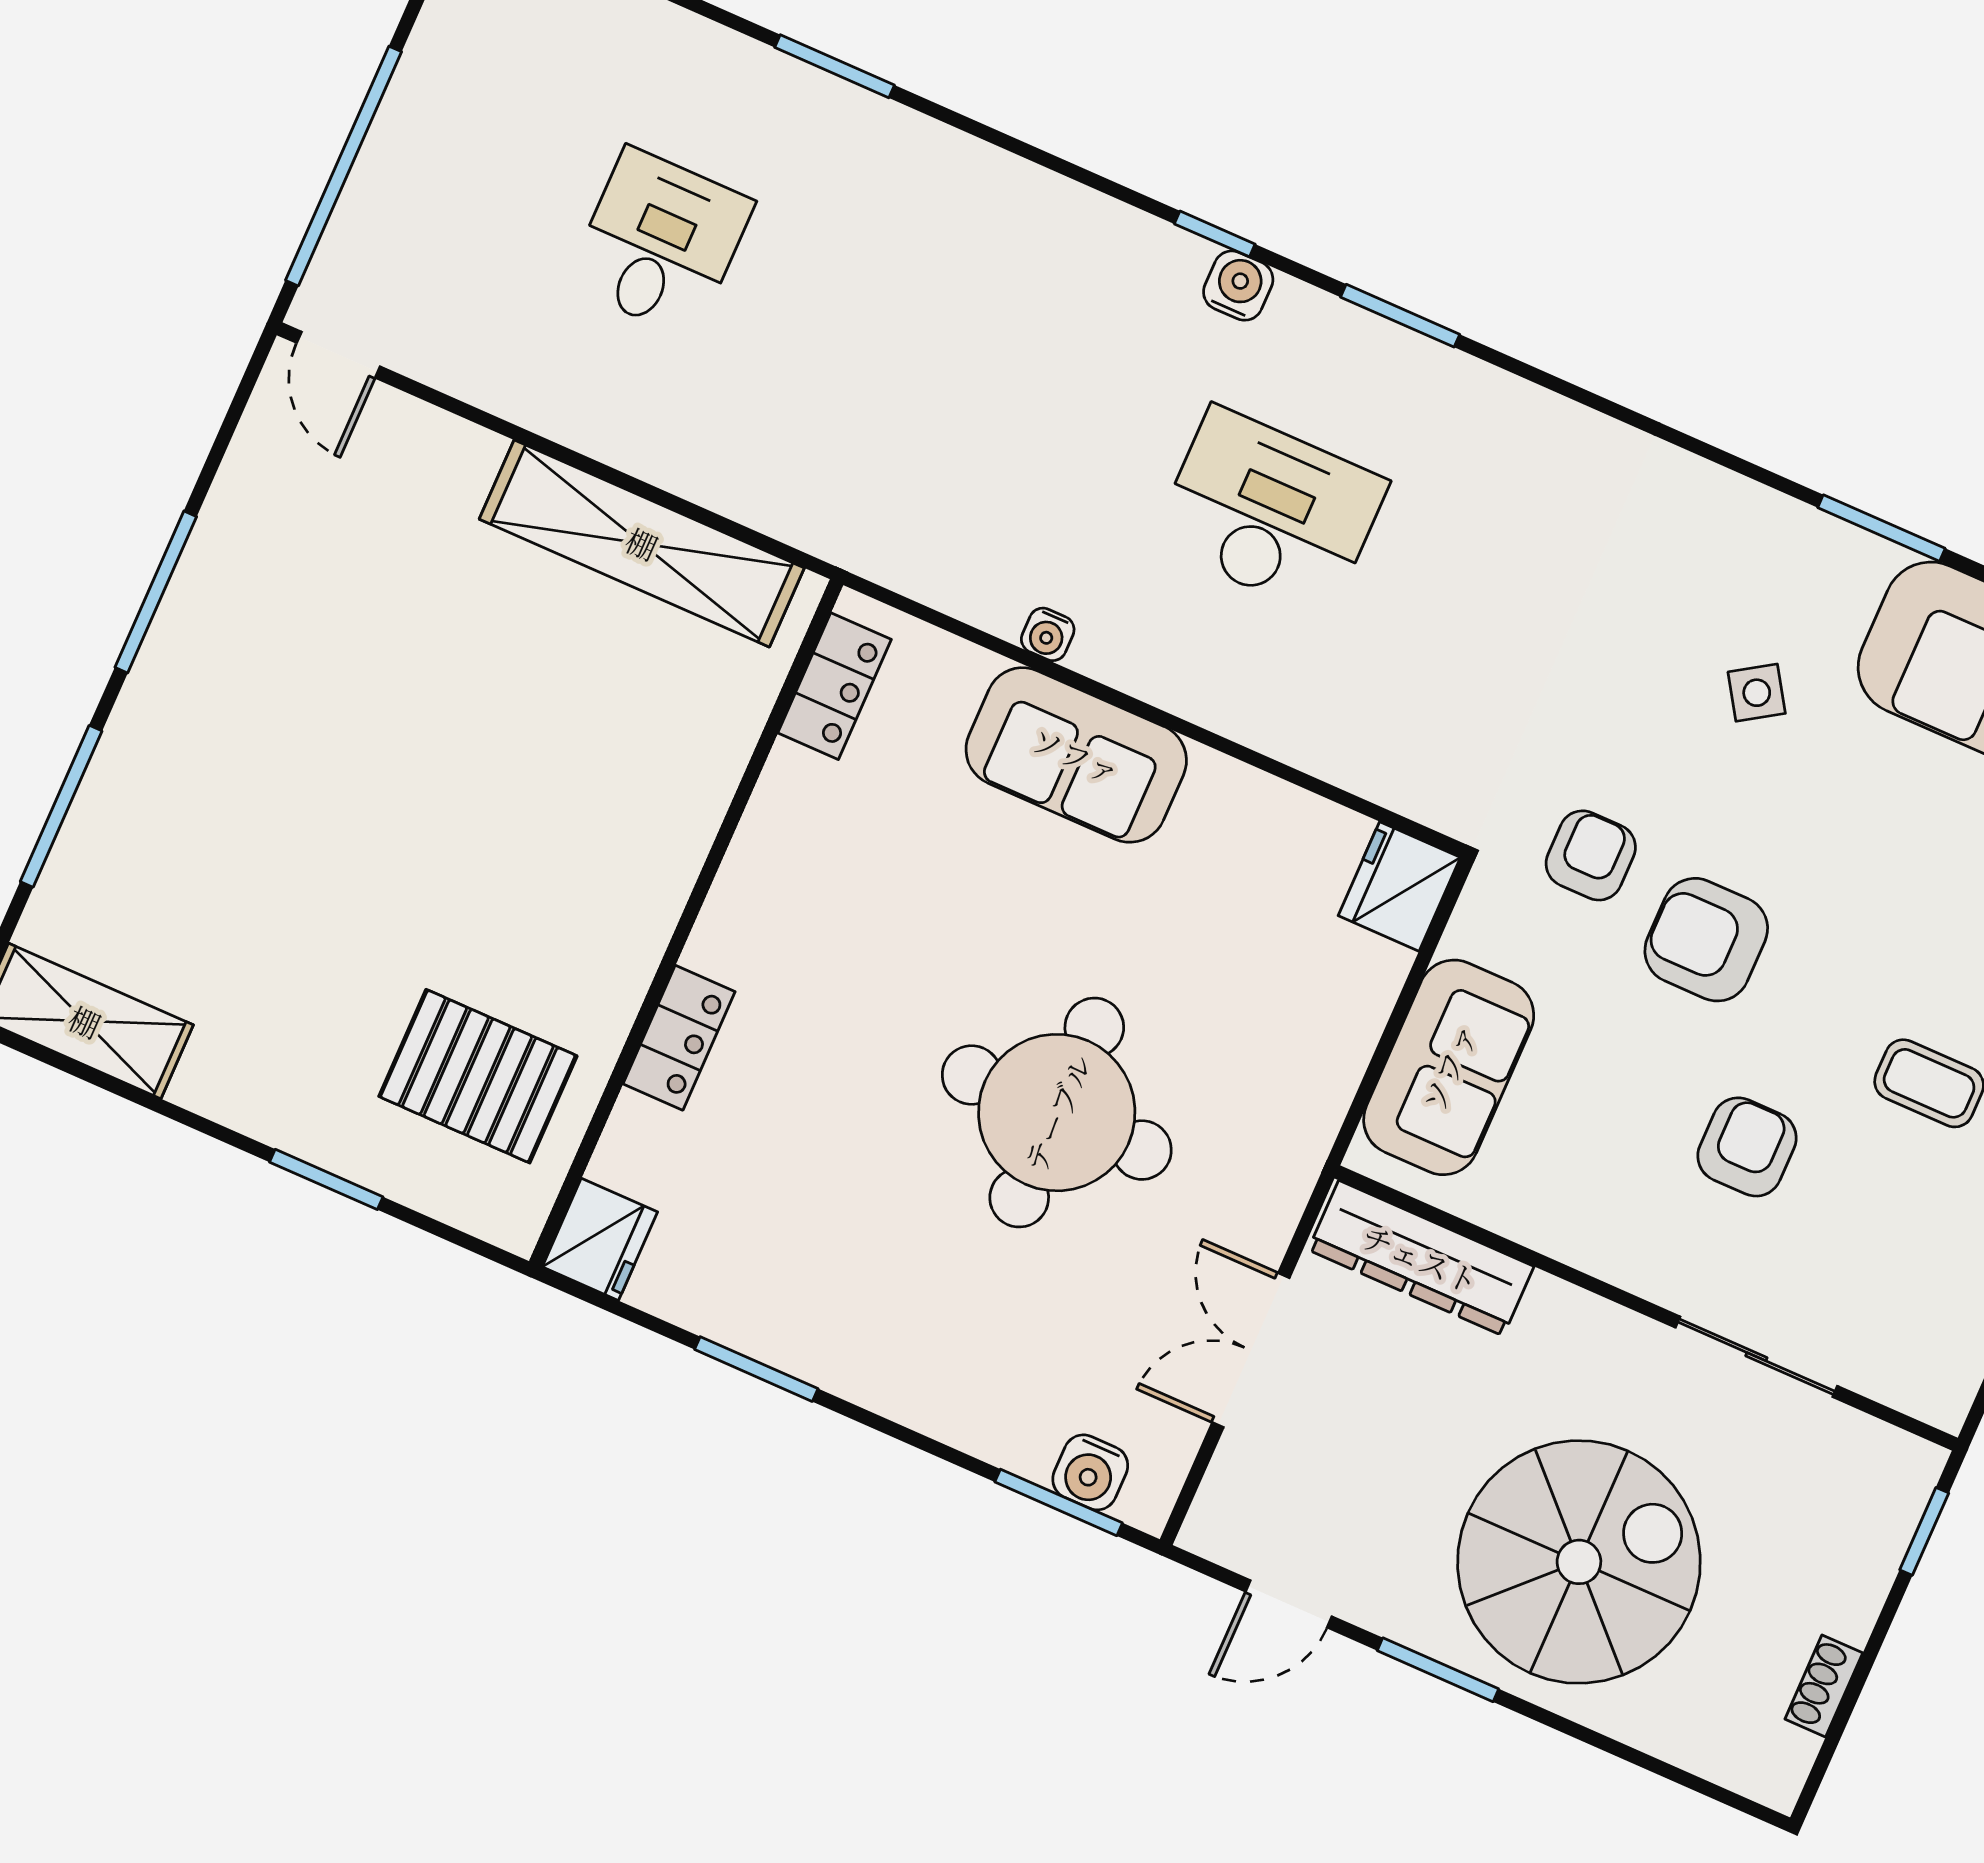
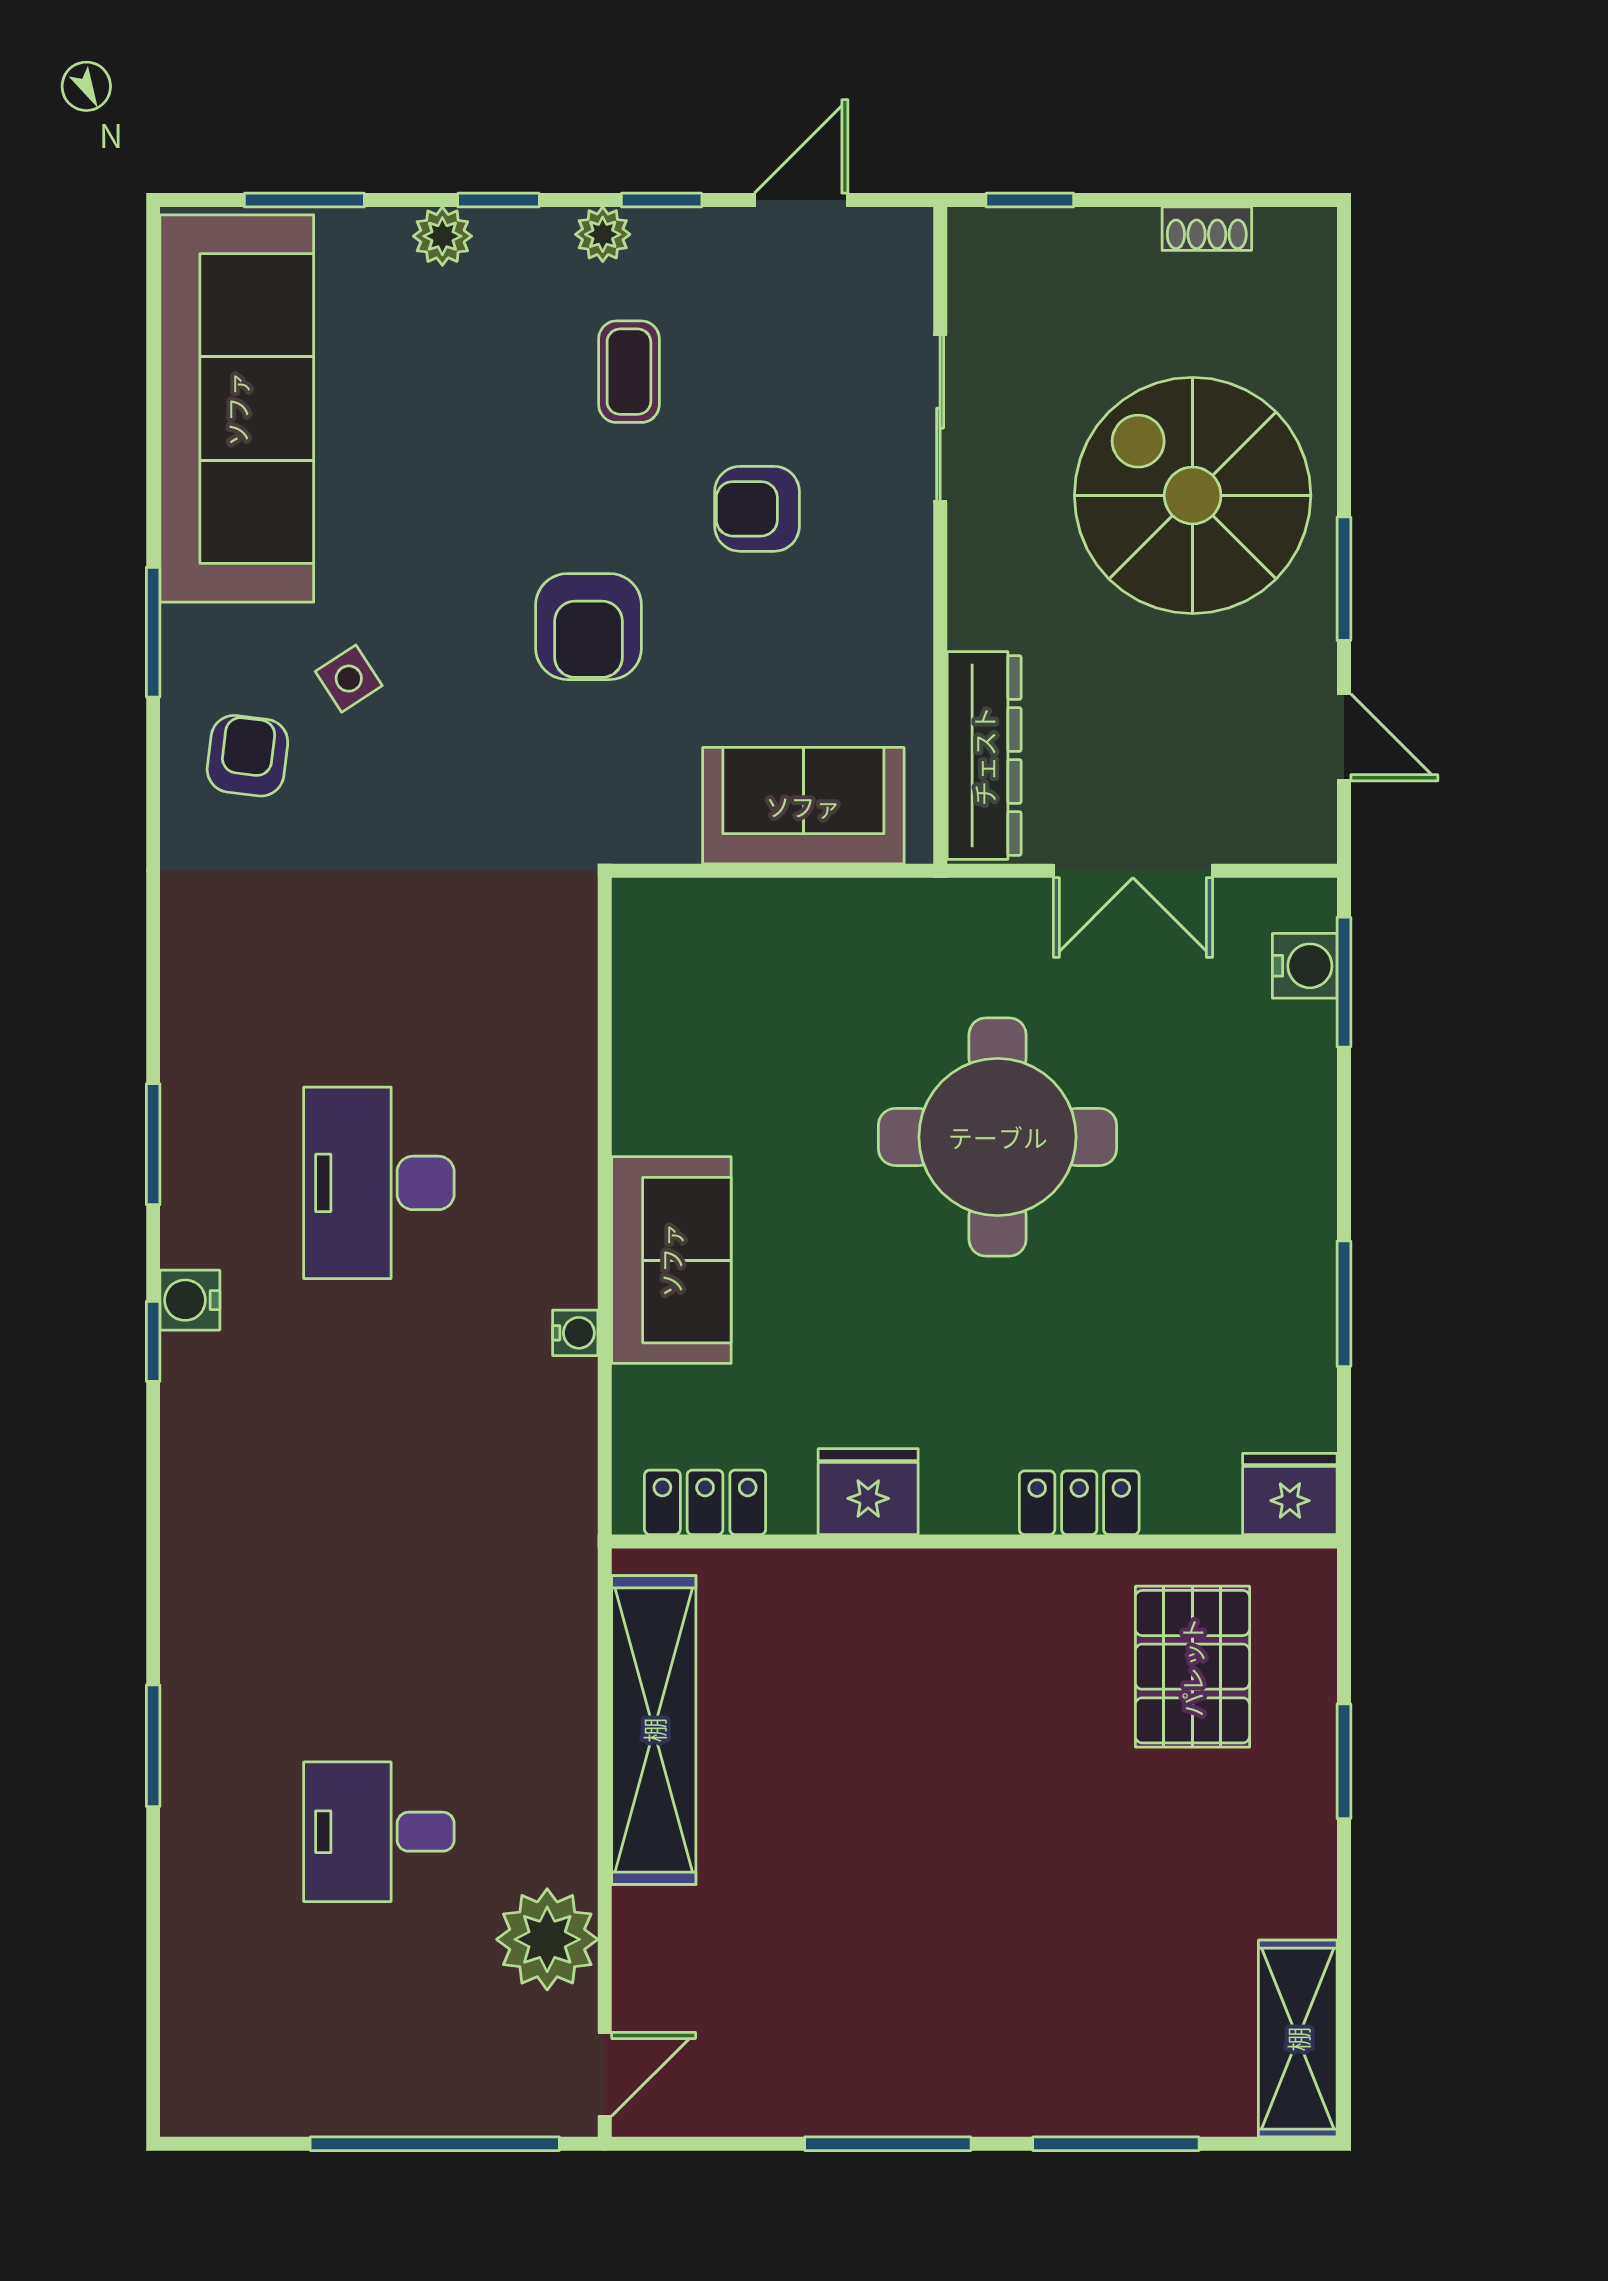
plant: (489, 357) -> (547, 1939), added
armchair: (1591, 855) -> (247, 756), moved, turned 97
fridge: (1399, 886) -> (868, 1492), moved, turned 180

